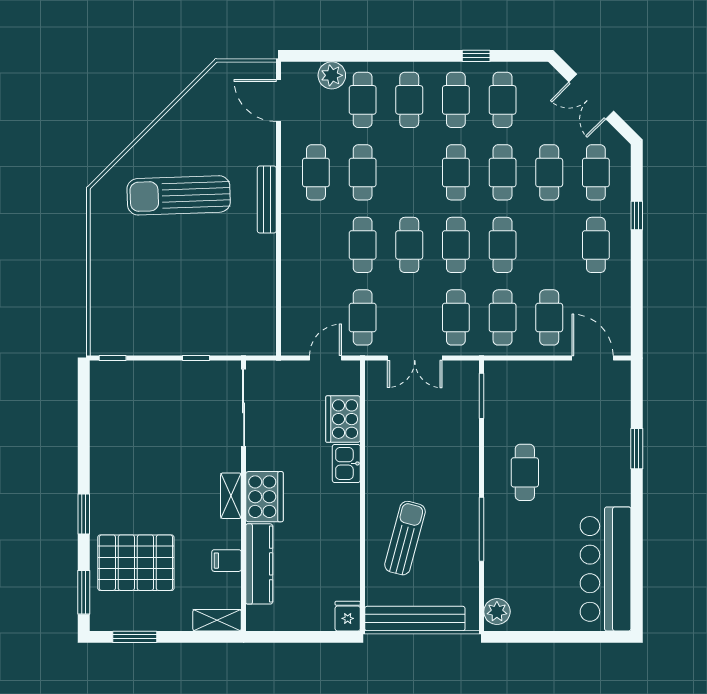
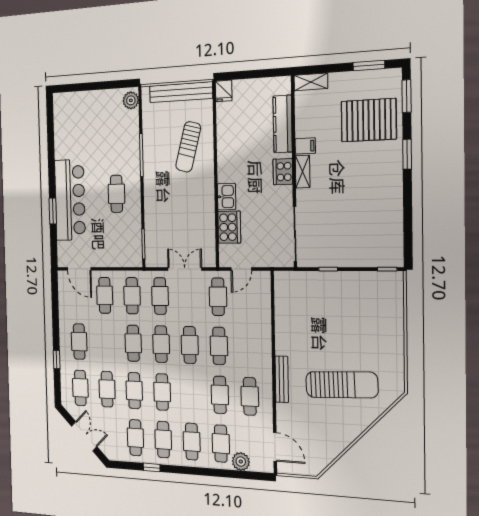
cooker: (264, 497) -> (283, 172), width x0.73, depth x0.76
filing cabinet: (227, 561) -> (305, 146), moved
bar counter: (606, 569) -> (70, 200), moved

